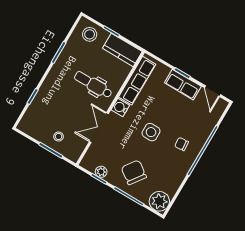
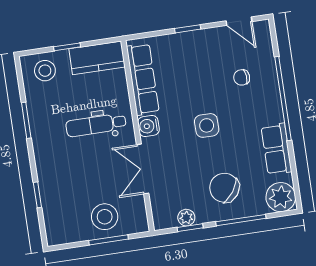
row of seats: (183, 85) -> (276, 149), moved, turned 90
stool: (59, 136) -> (105, 217), width x1.89, depth x1.89
chair: (182, 144) -> (242, 77), moved

